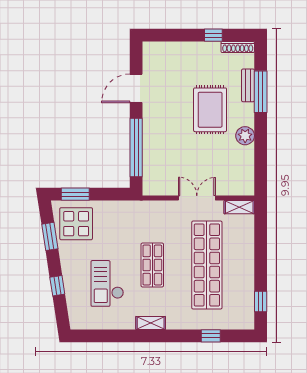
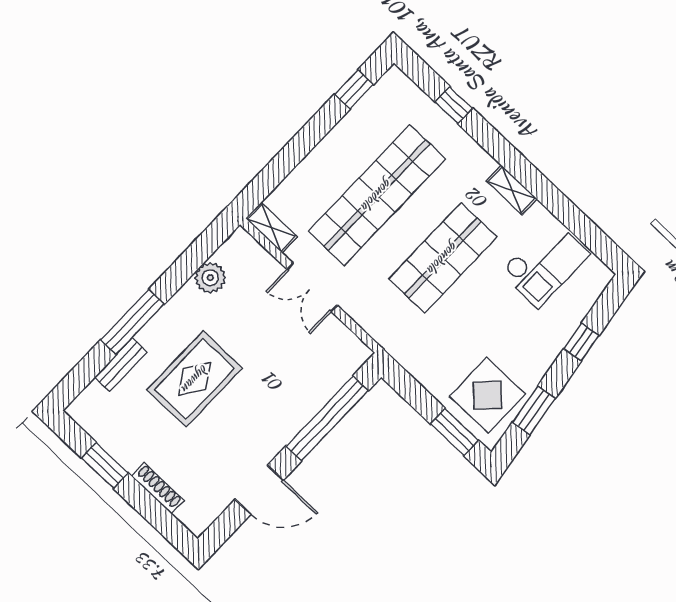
window: (213, 35) -> (105, 465), width x1.50
shoe rack: (238, 47) -> (158, 488), moved
window: (261, 92) -> (132, 322), moved
plant: (245, 136) -> (210, 278), moved
shop shelf: (152, 265) -> (443, 258), width x1.43, depth x1.36
checkout: (107, 283) -> (545, 263), moved

